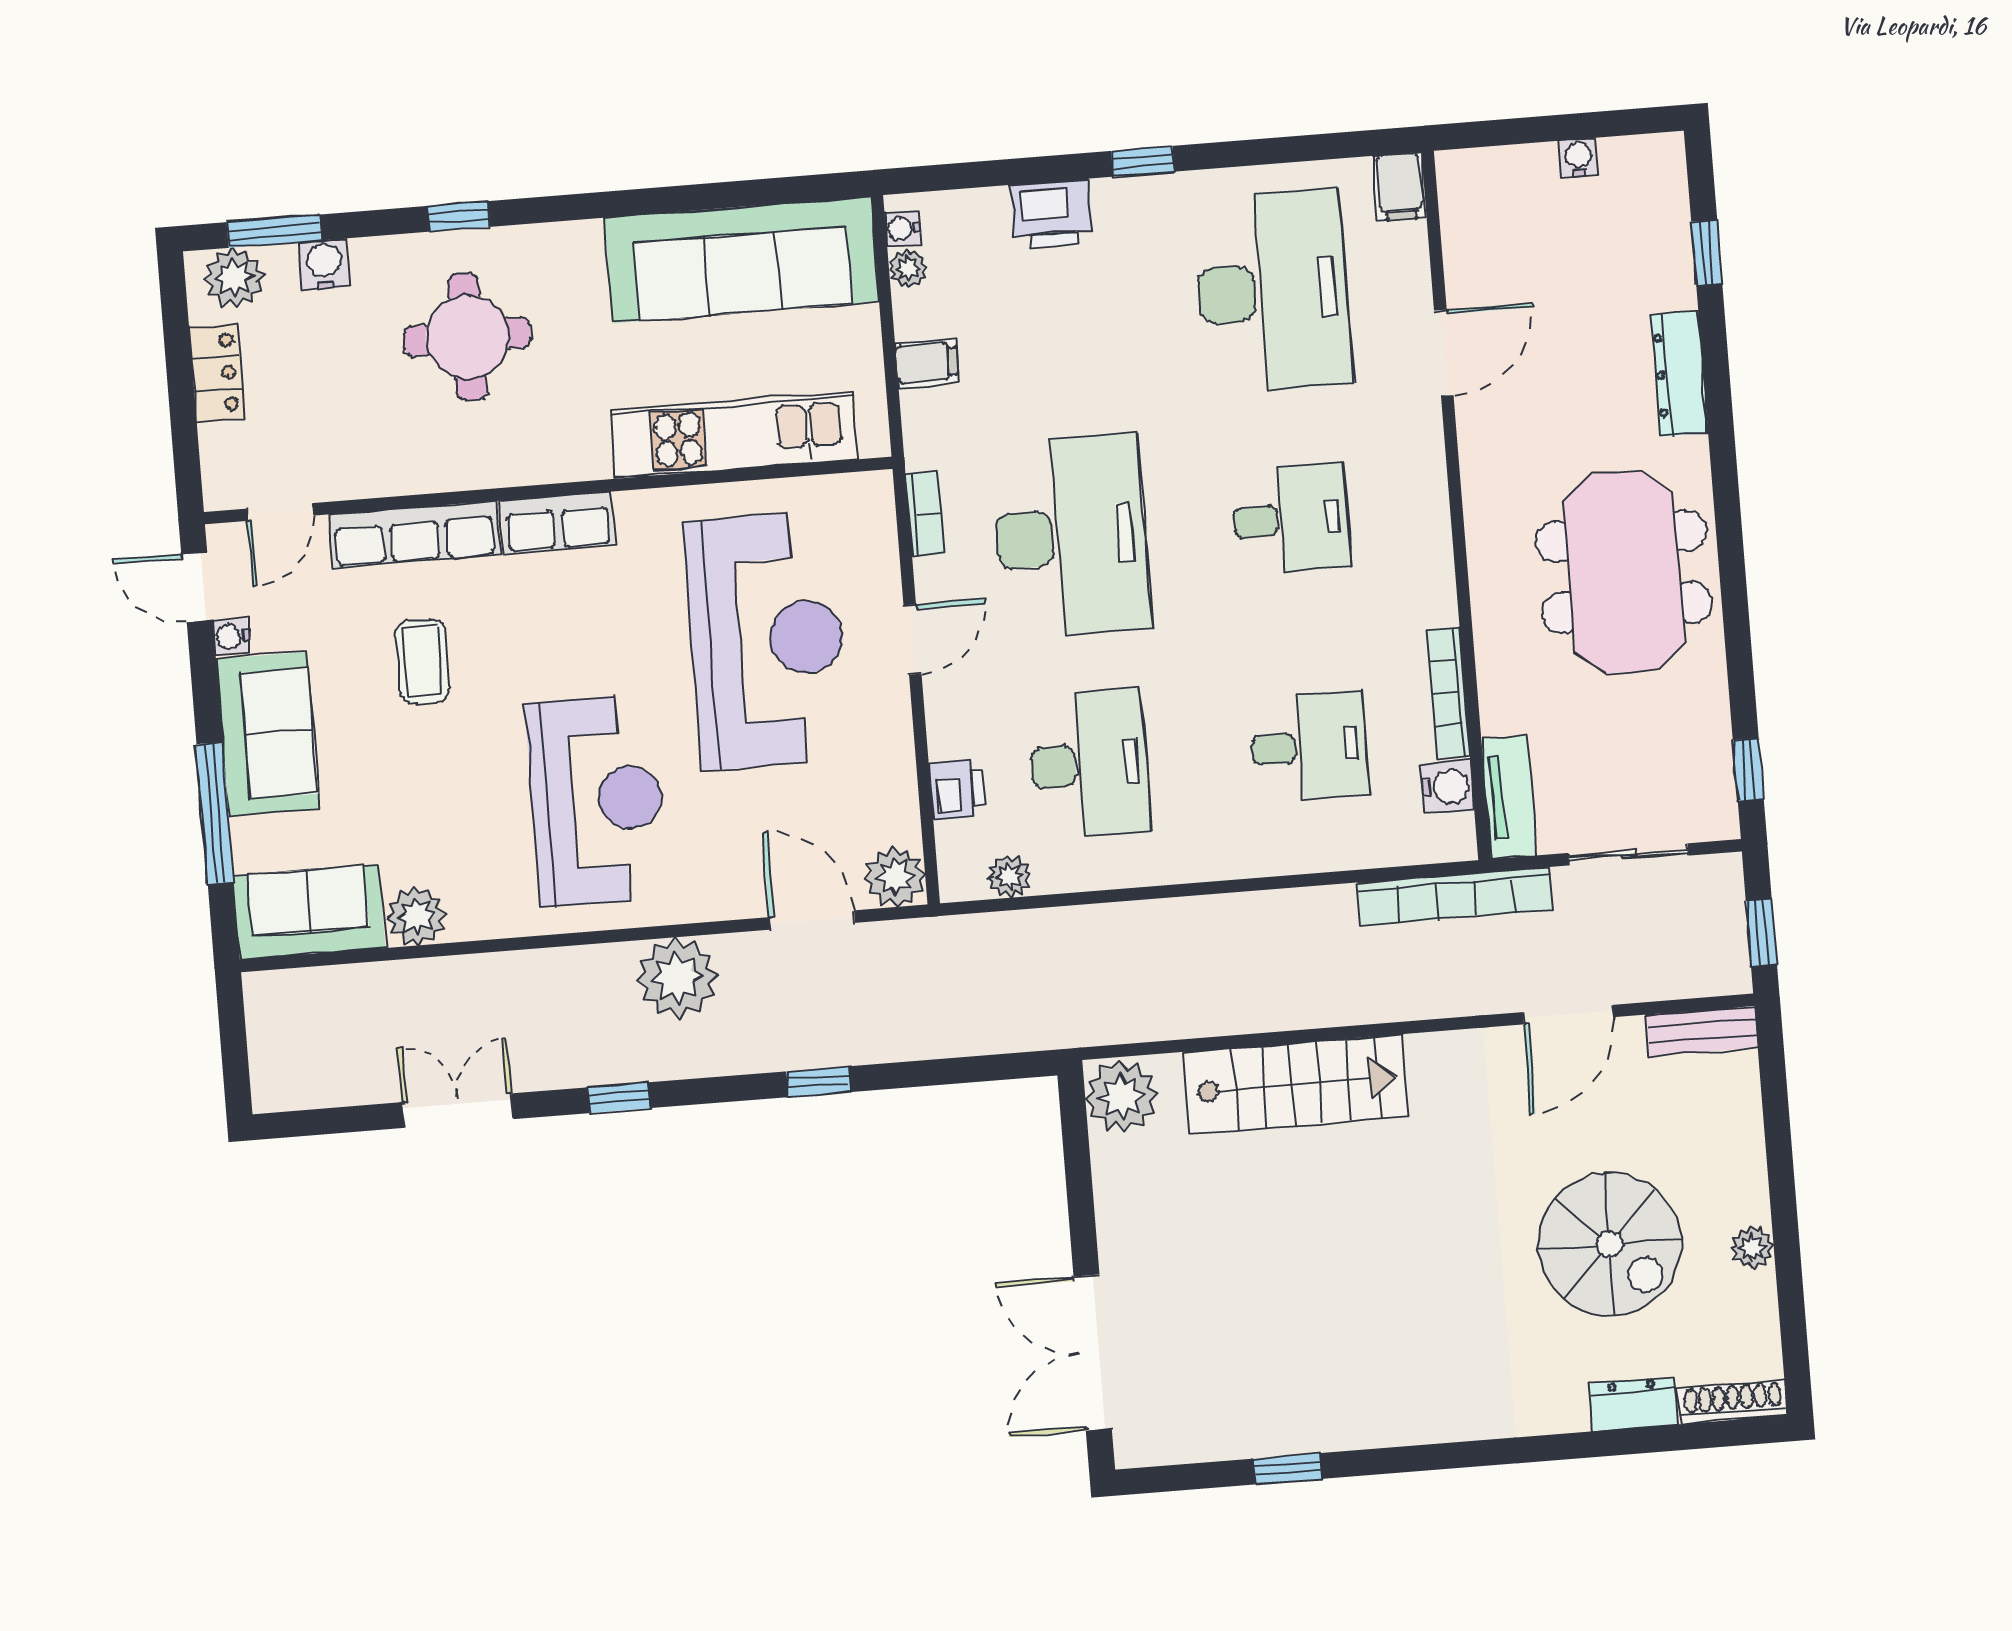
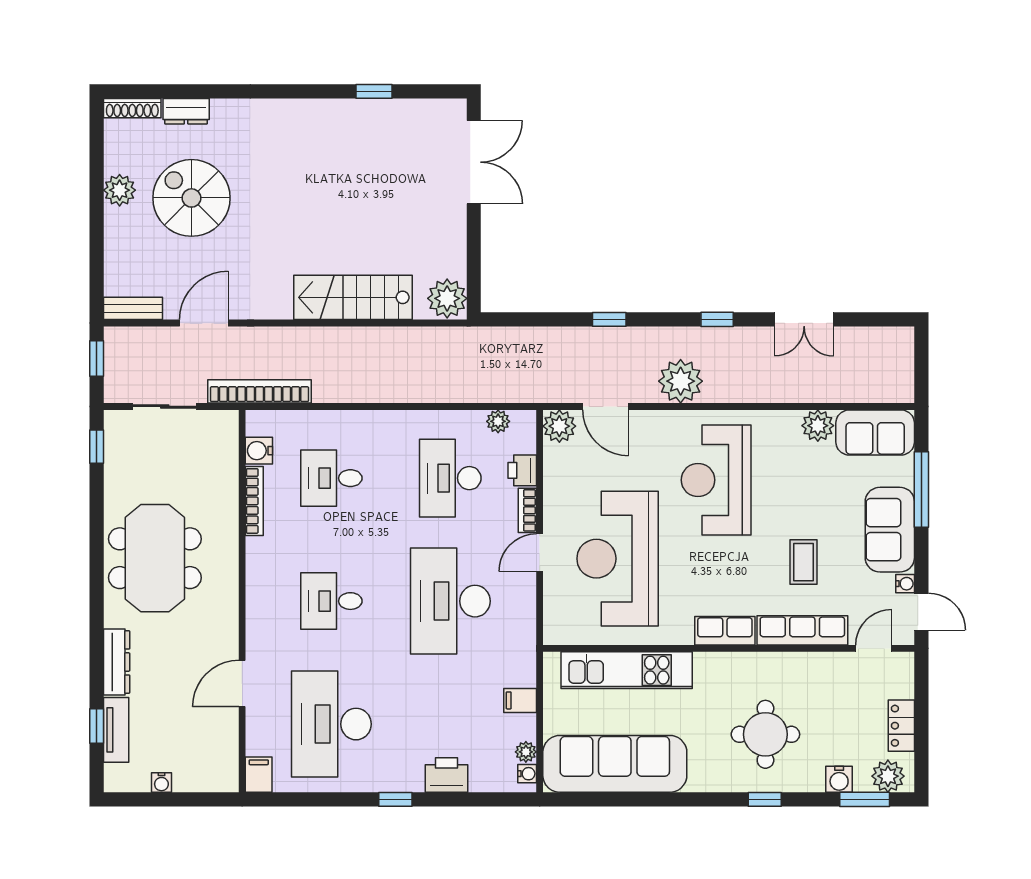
bookcase: (925, 514) -> (527, 510), moved
tv unit: (1509, 797) -> (116, 730), moved, turned 180
plant: (1752, 1247) -> (120, 190), width x1.38, depth x1.38

